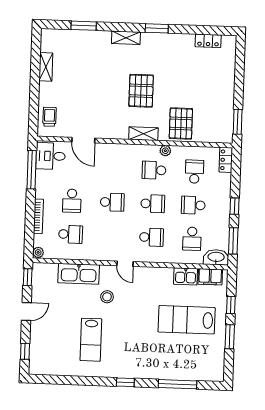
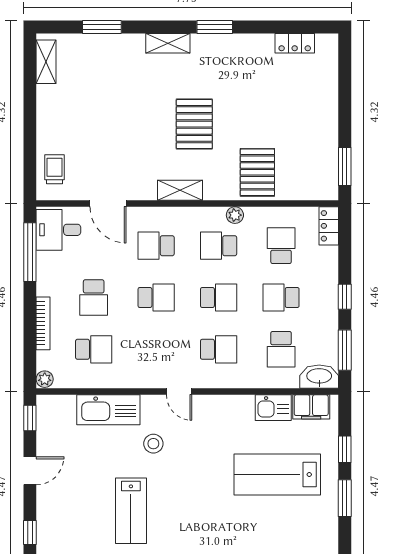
shelving: (46, 67) -> (46, 62), moved
shelving: (143, 134) -> (180, 190), moved
school desk: (114, 169) -> (156, 246), added

